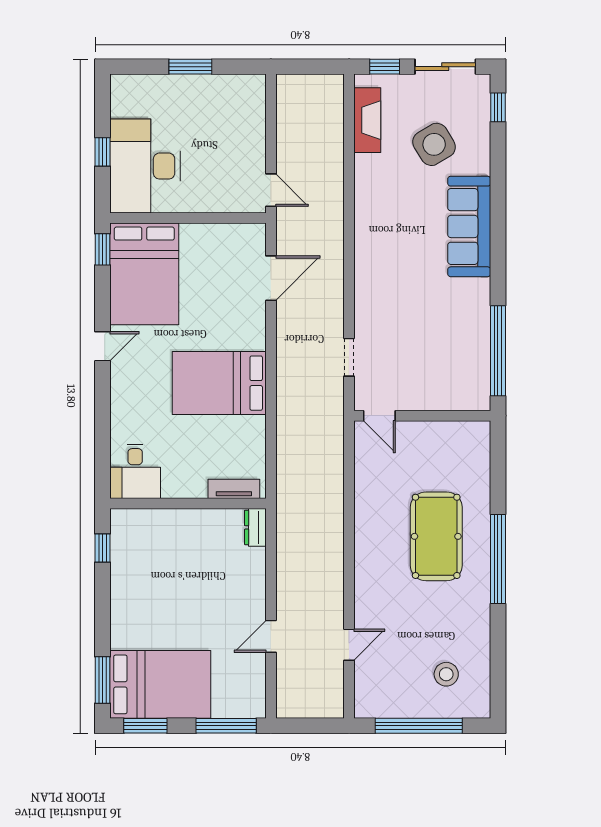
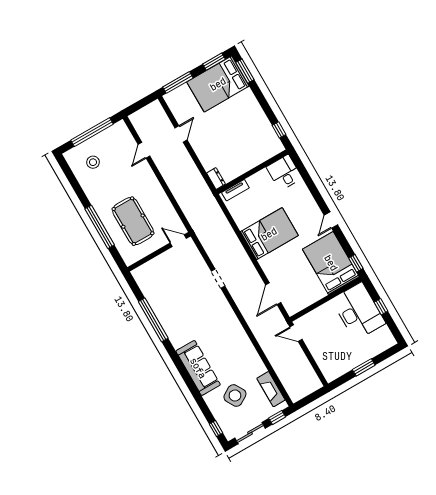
door: (379, 416) -> (178, 241), moved
wall: (422, 416) -> (159, 252), moved

